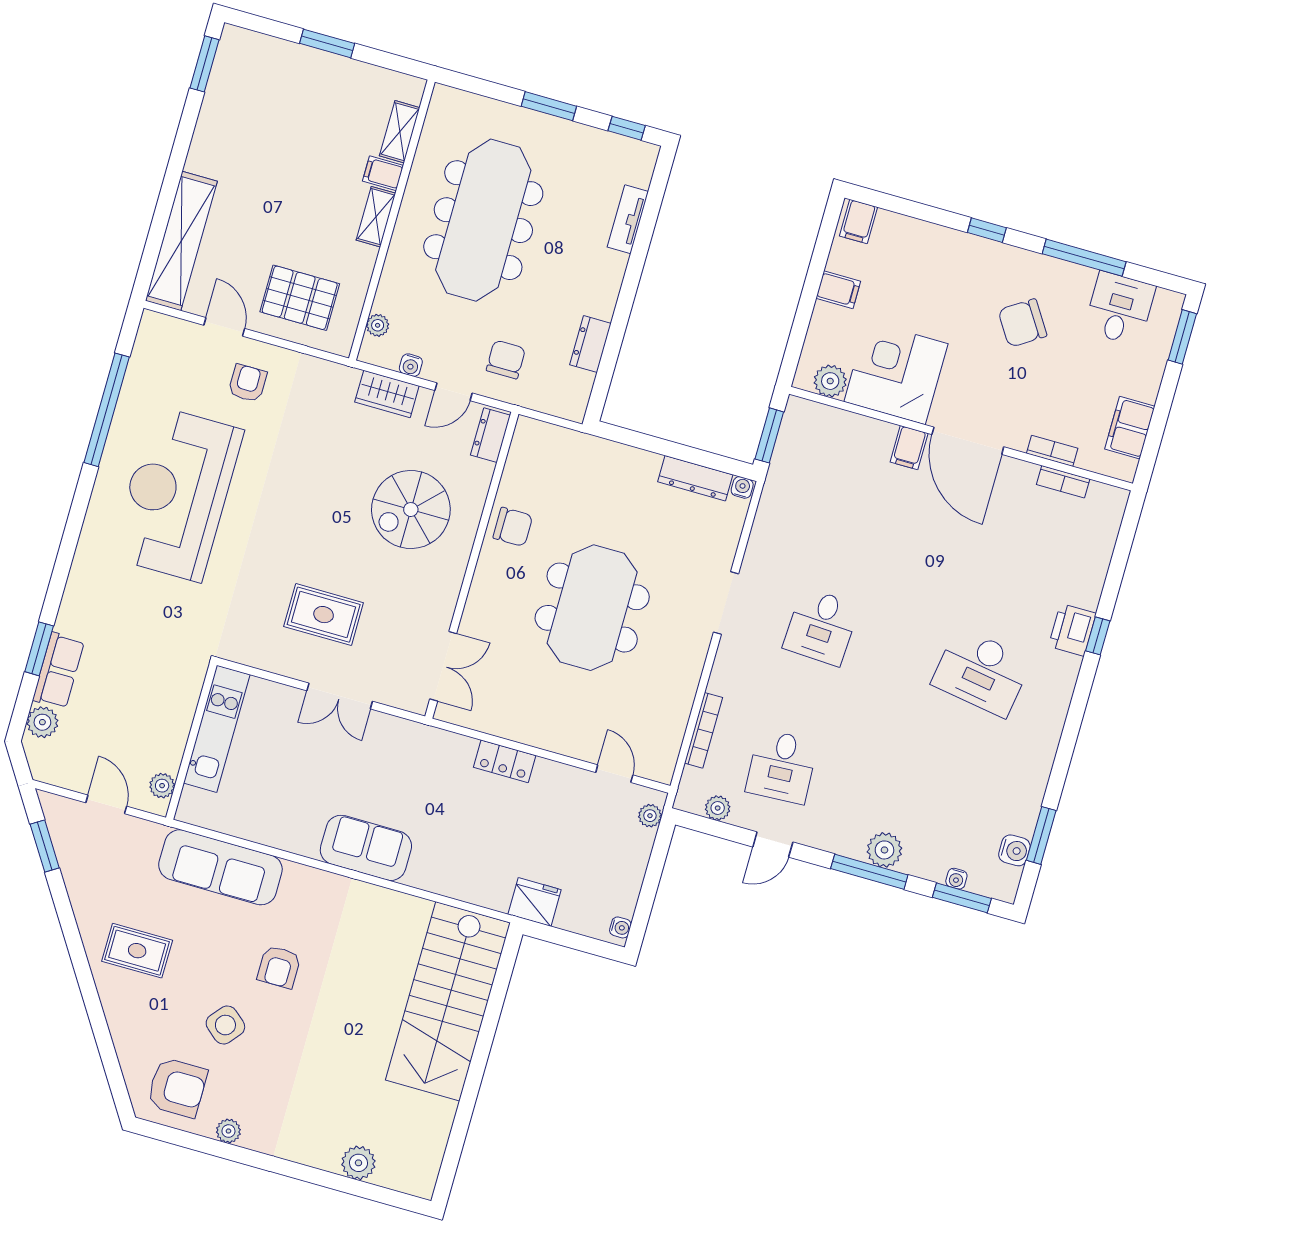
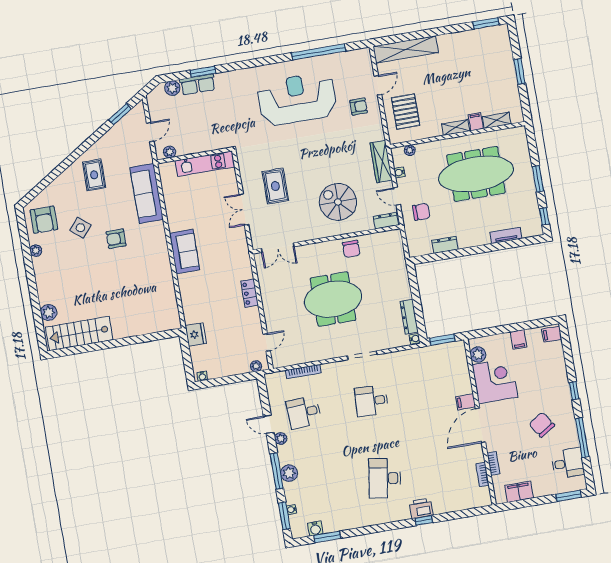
wardrobe: (387, 394) -> (381, 162), width x1.50
plant: (718, 808) -> (281, 439), moved
stairs: (448, 1001) -> (79, 334), moved, width x0.73, depth x0.66

